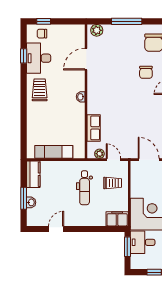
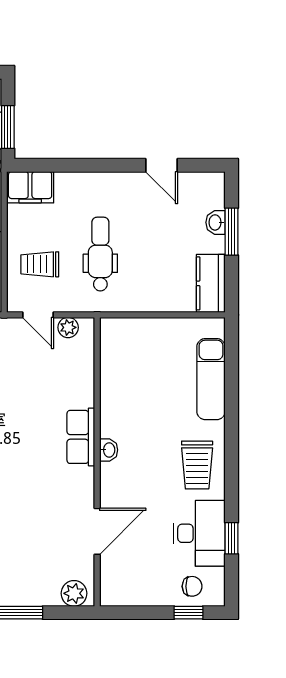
row of seats: (94, 128) -> (81, 437), moved
exam couch: (54, 152) -> (211, 379), moved, turned 90
door: (56, 229) -> (162, 165), hinge flipped

